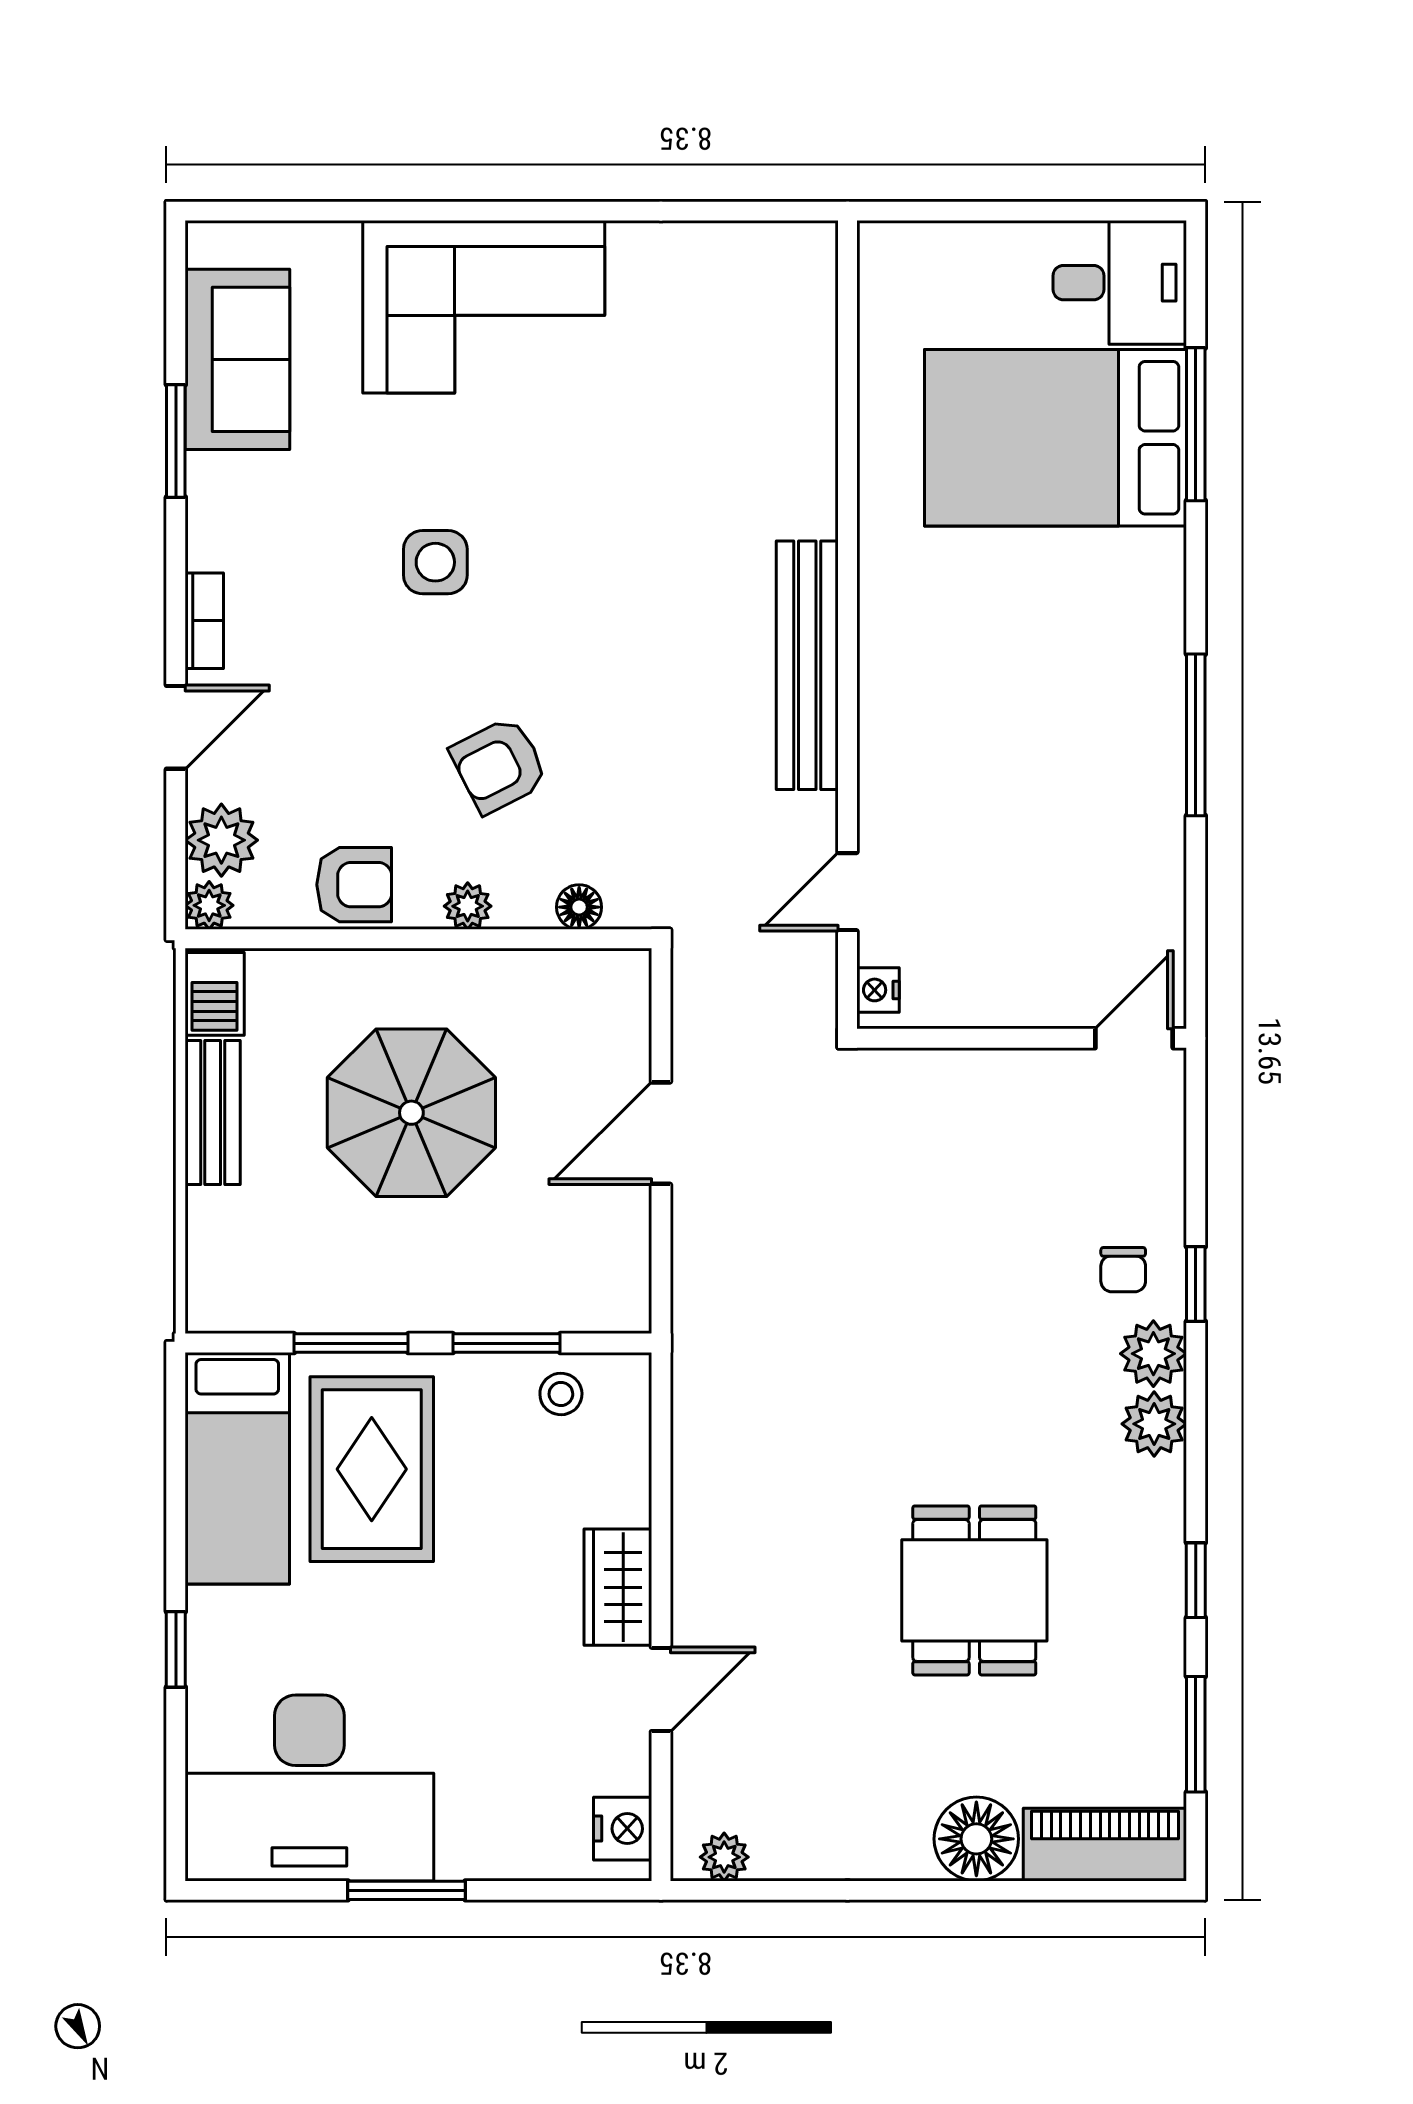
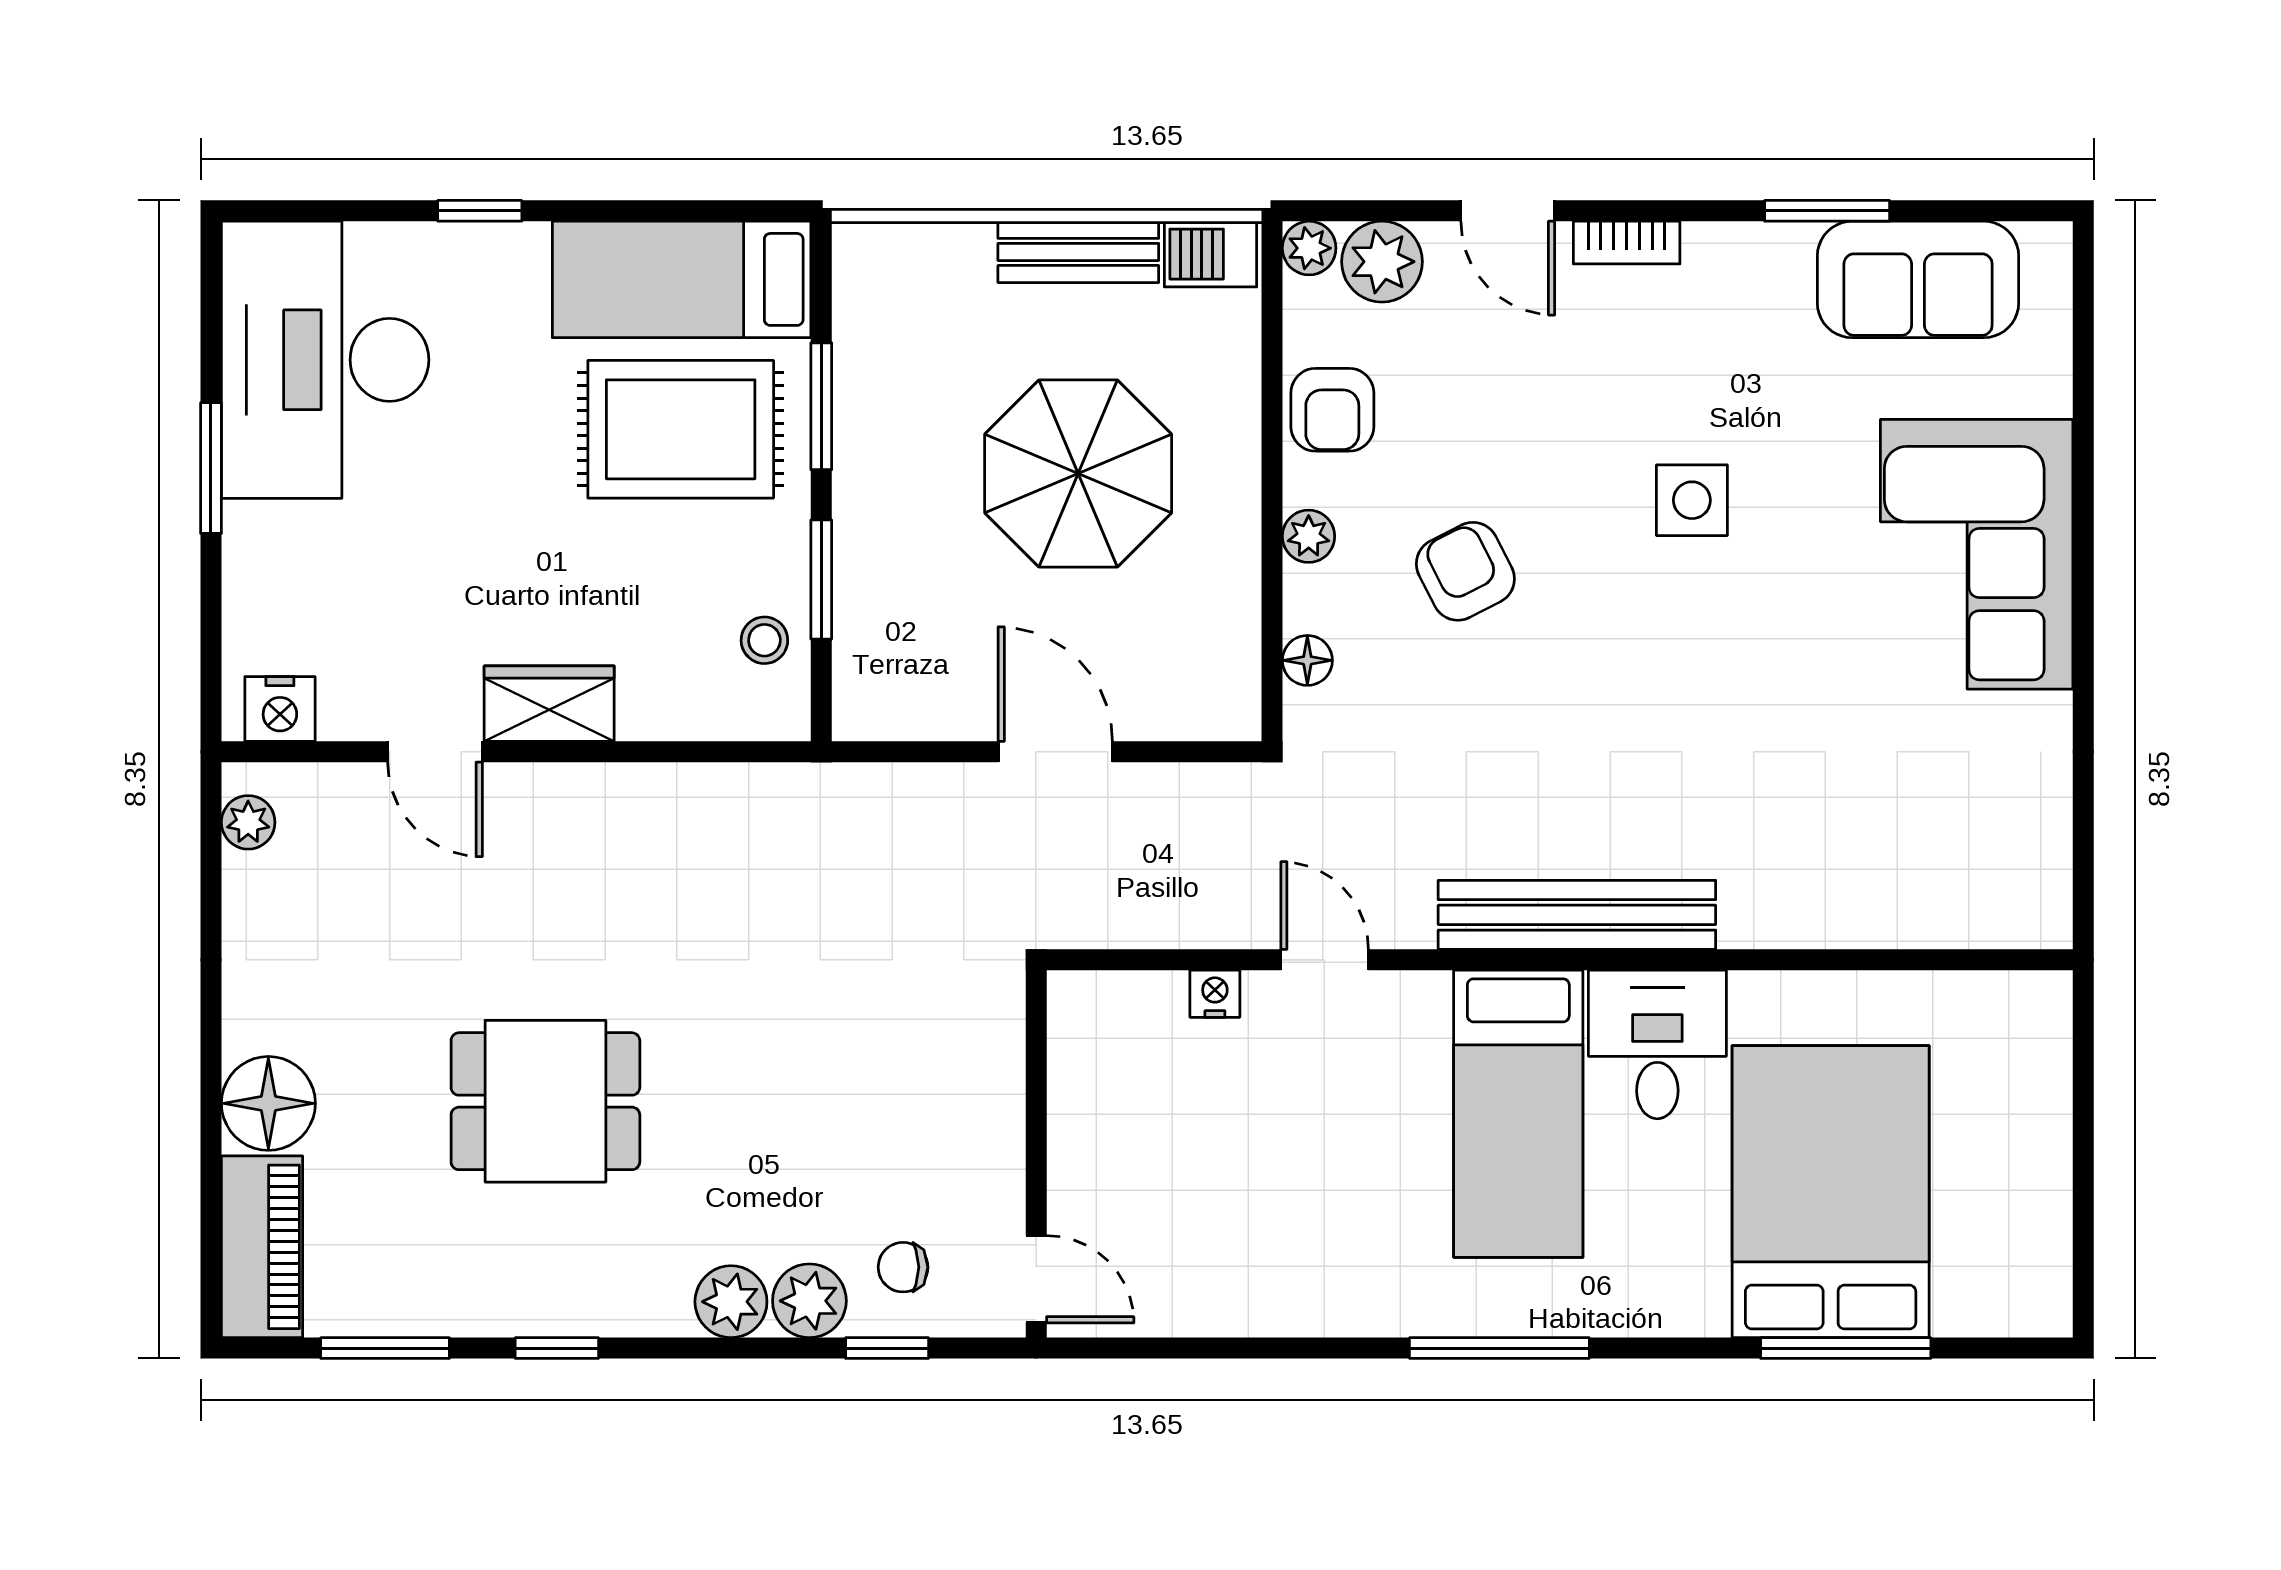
desk: (1120, 283) -> (1657, 1044), moved, turned 180
bed: (986, 718) -> (1518, 1114), added
wall: (1022, 1038) -> (1036, 1154), moved
door: (1134, 1038) -> (1036, 1279), moved

